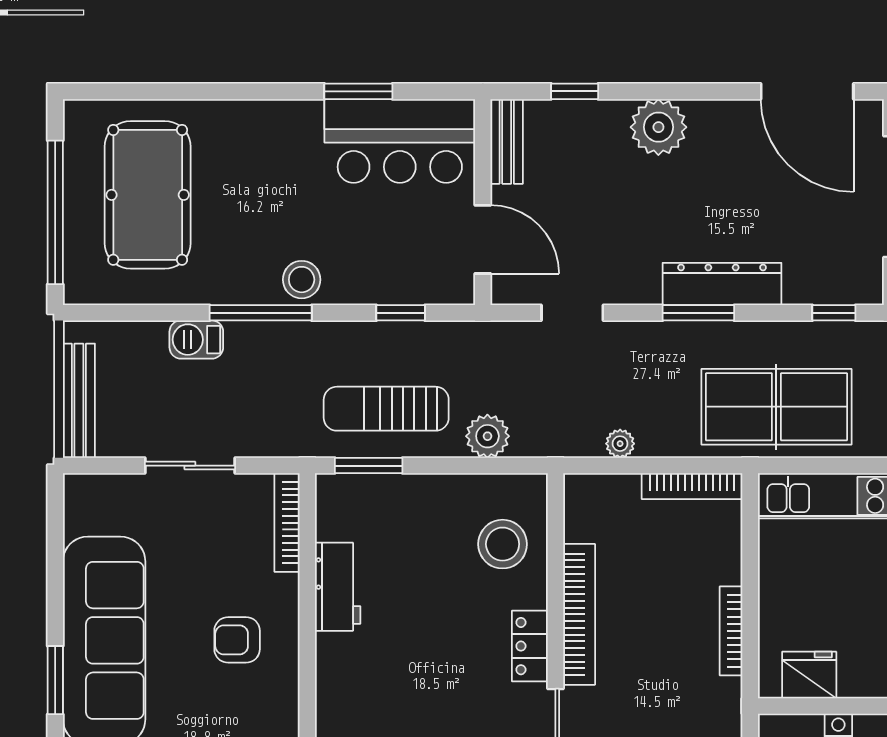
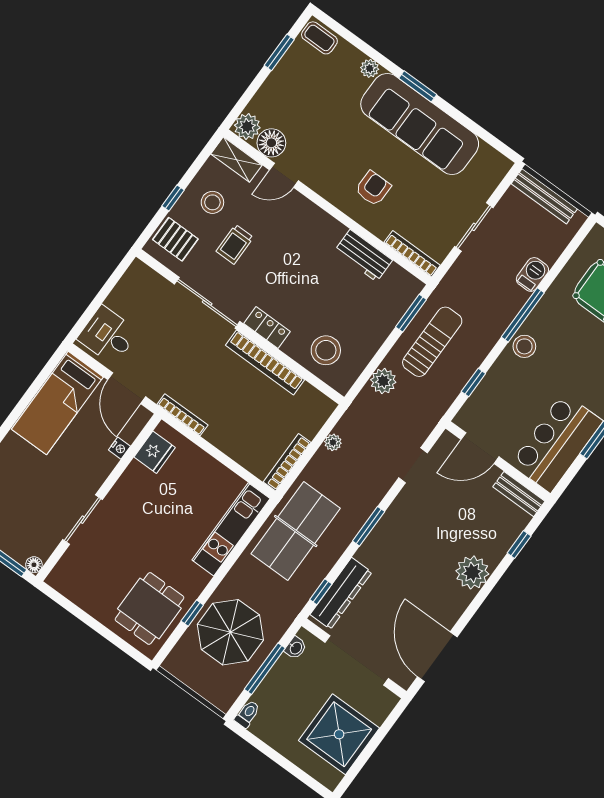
door: (807, 91) -> (437, 657), hinge flipped
dresser: (722, 284) -> (341, 593), moved
bookcase: (731, 631) -> (182, 415), moved

